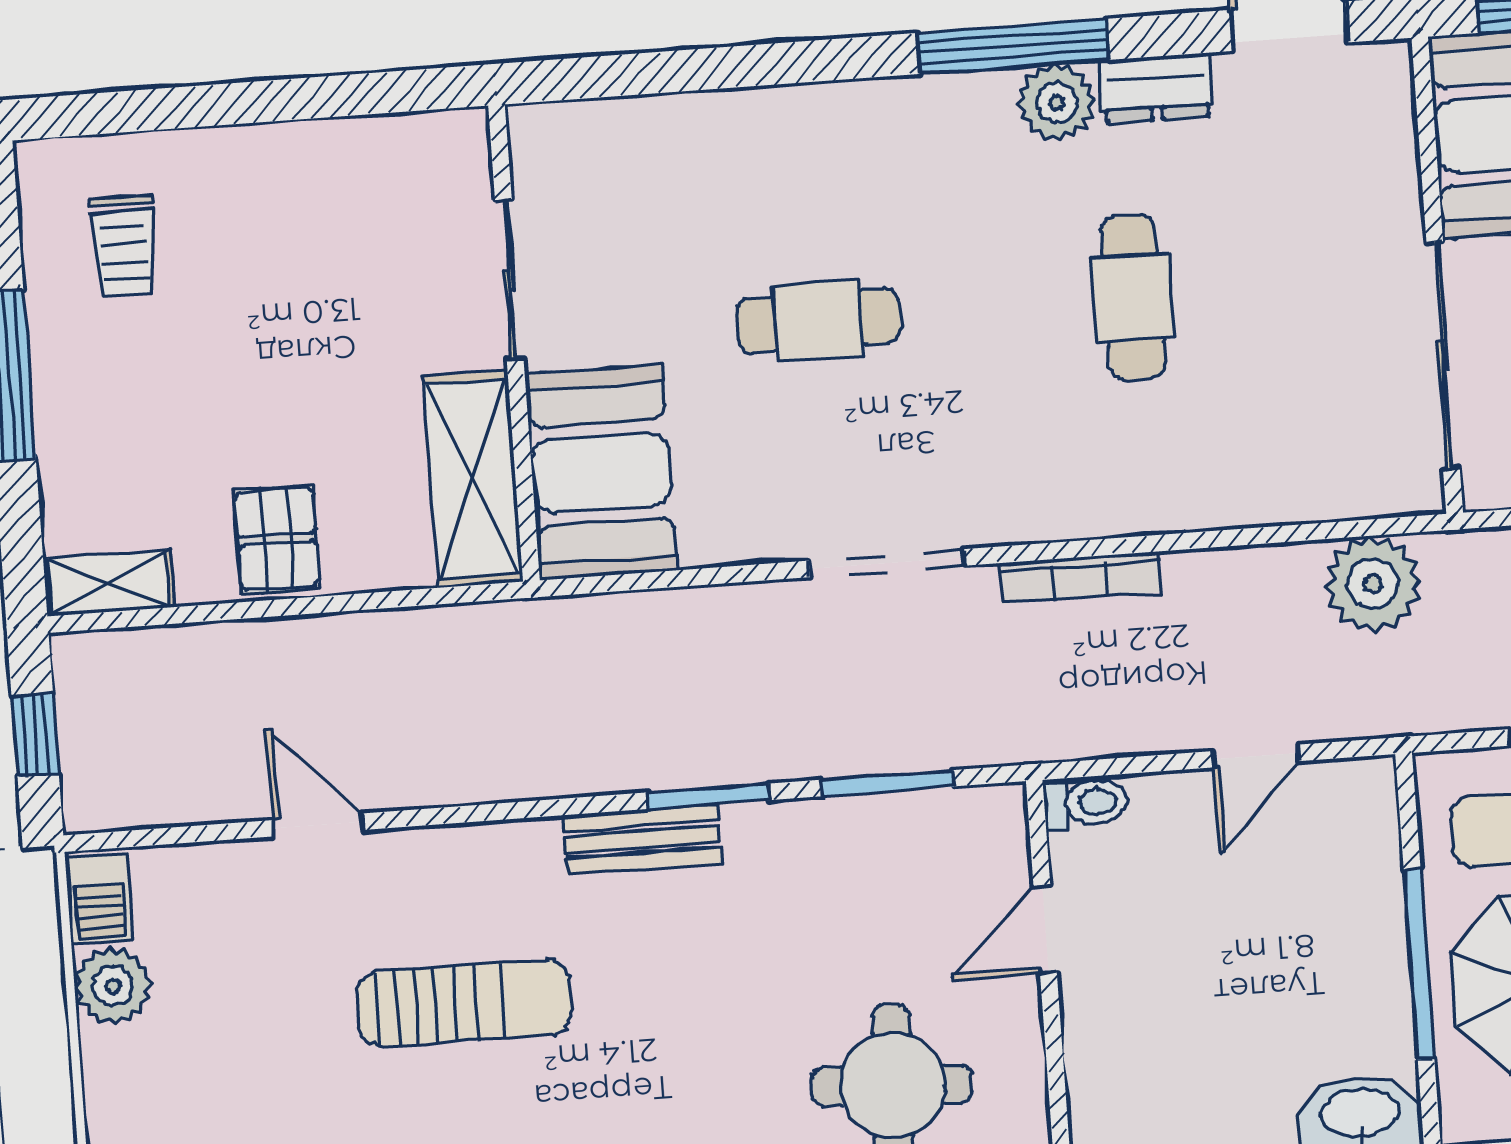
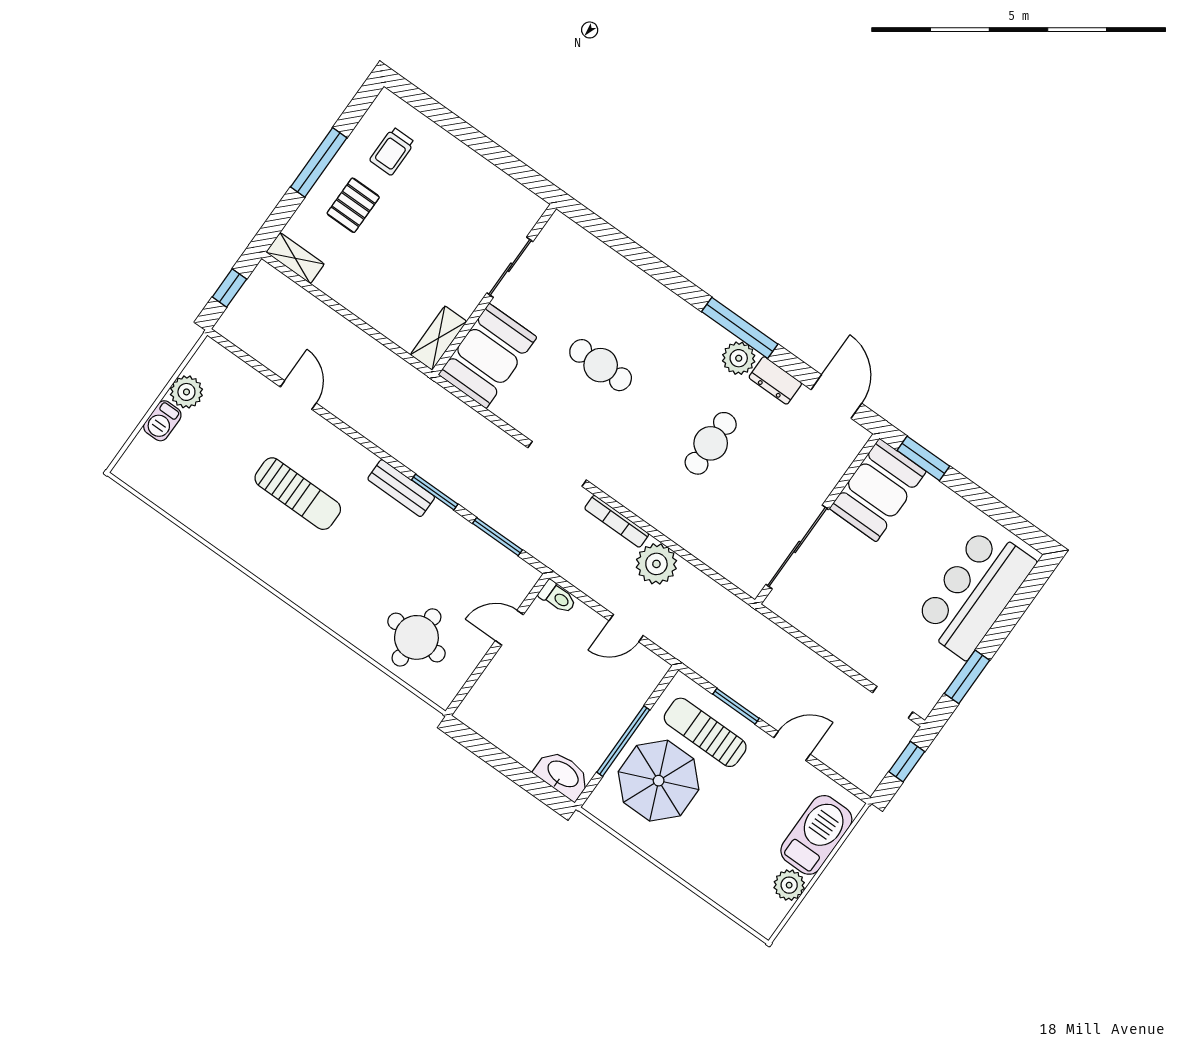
shelving: (473, 479) -> (439, 338), width x0.67, depth x0.75
pallet: (277, 539) -> (353, 205), moved
plant: (1373, 584) -> (656, 564), moved
barbecue: (99, 899) -> (162, 421), moved

